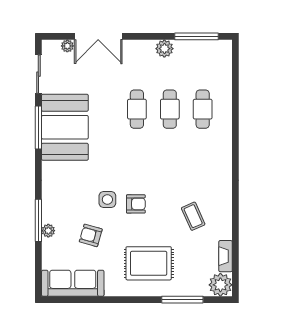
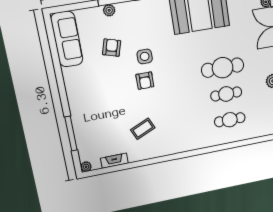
cafe table: (137, 109) -> (223, 68), width x1.37, depth x1.35
rug: (149, 263) -> (97, 100), removed
plant: (220, 285) -> (86, 167), width x0.53, depth x0.53

